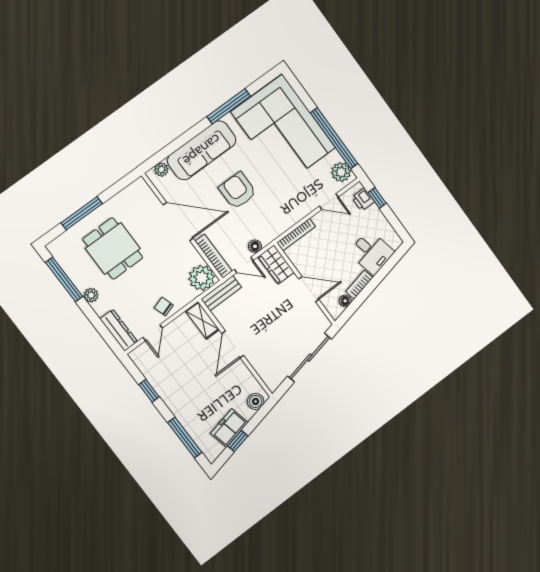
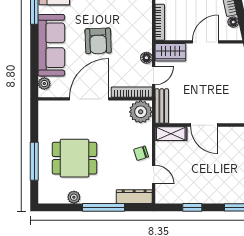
armchair: (238, 191) -> (98, 41), turned -92
window: (64, 279) -> (104, 207), moved
plant: (91, 295) -> (74, 197), moved

